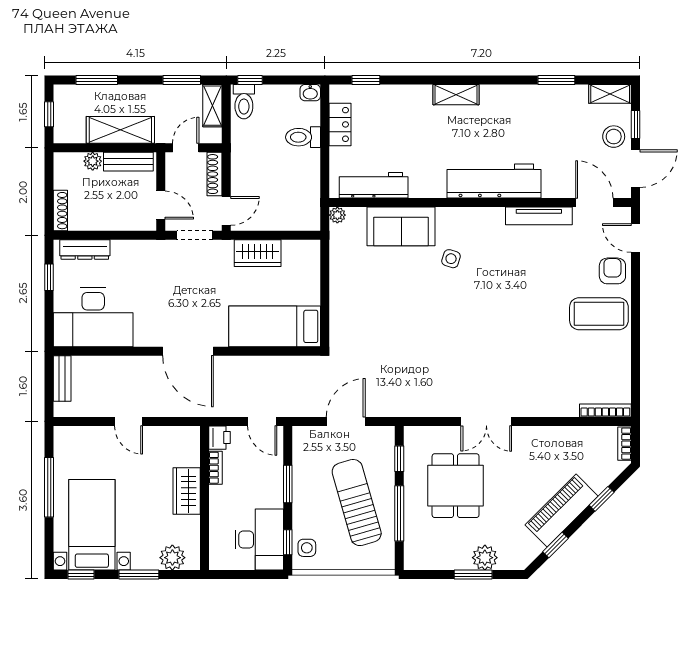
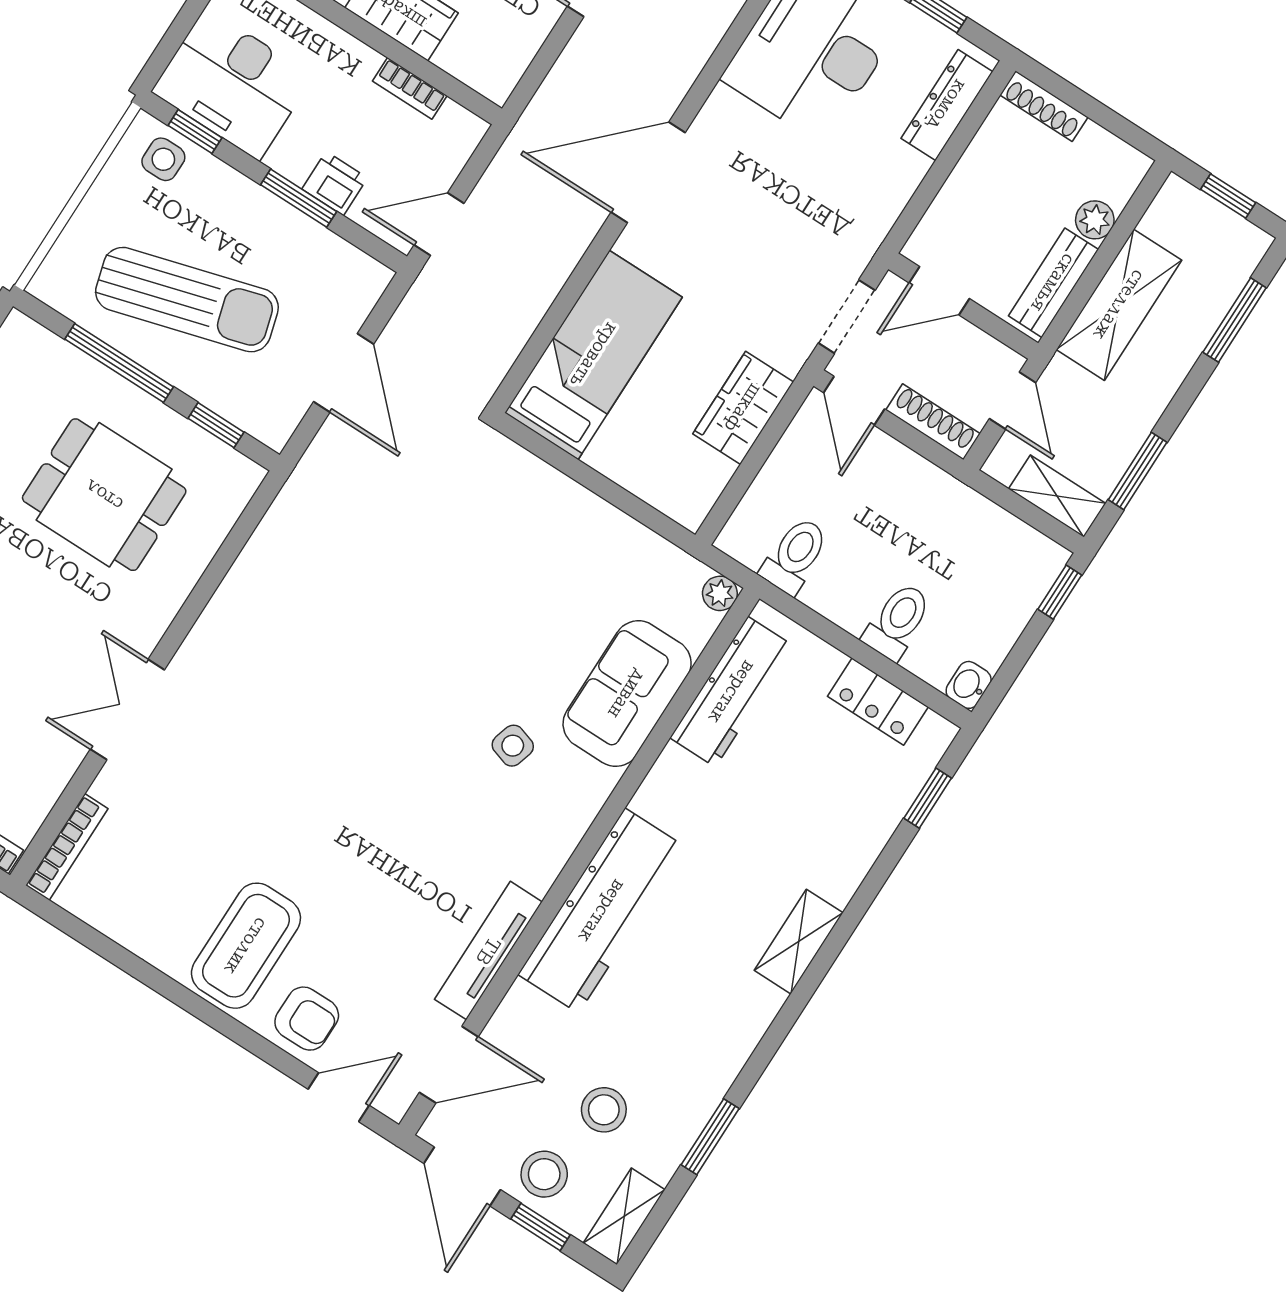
toilet: (244, 102) -> (795, 556), moved, turned 90
stool: (573, 129) -> (604, 1110), added
double door: (486, 421) -> (127, 709), moved
printer: (220, 438) -> (335, 183), moved, turned 180

